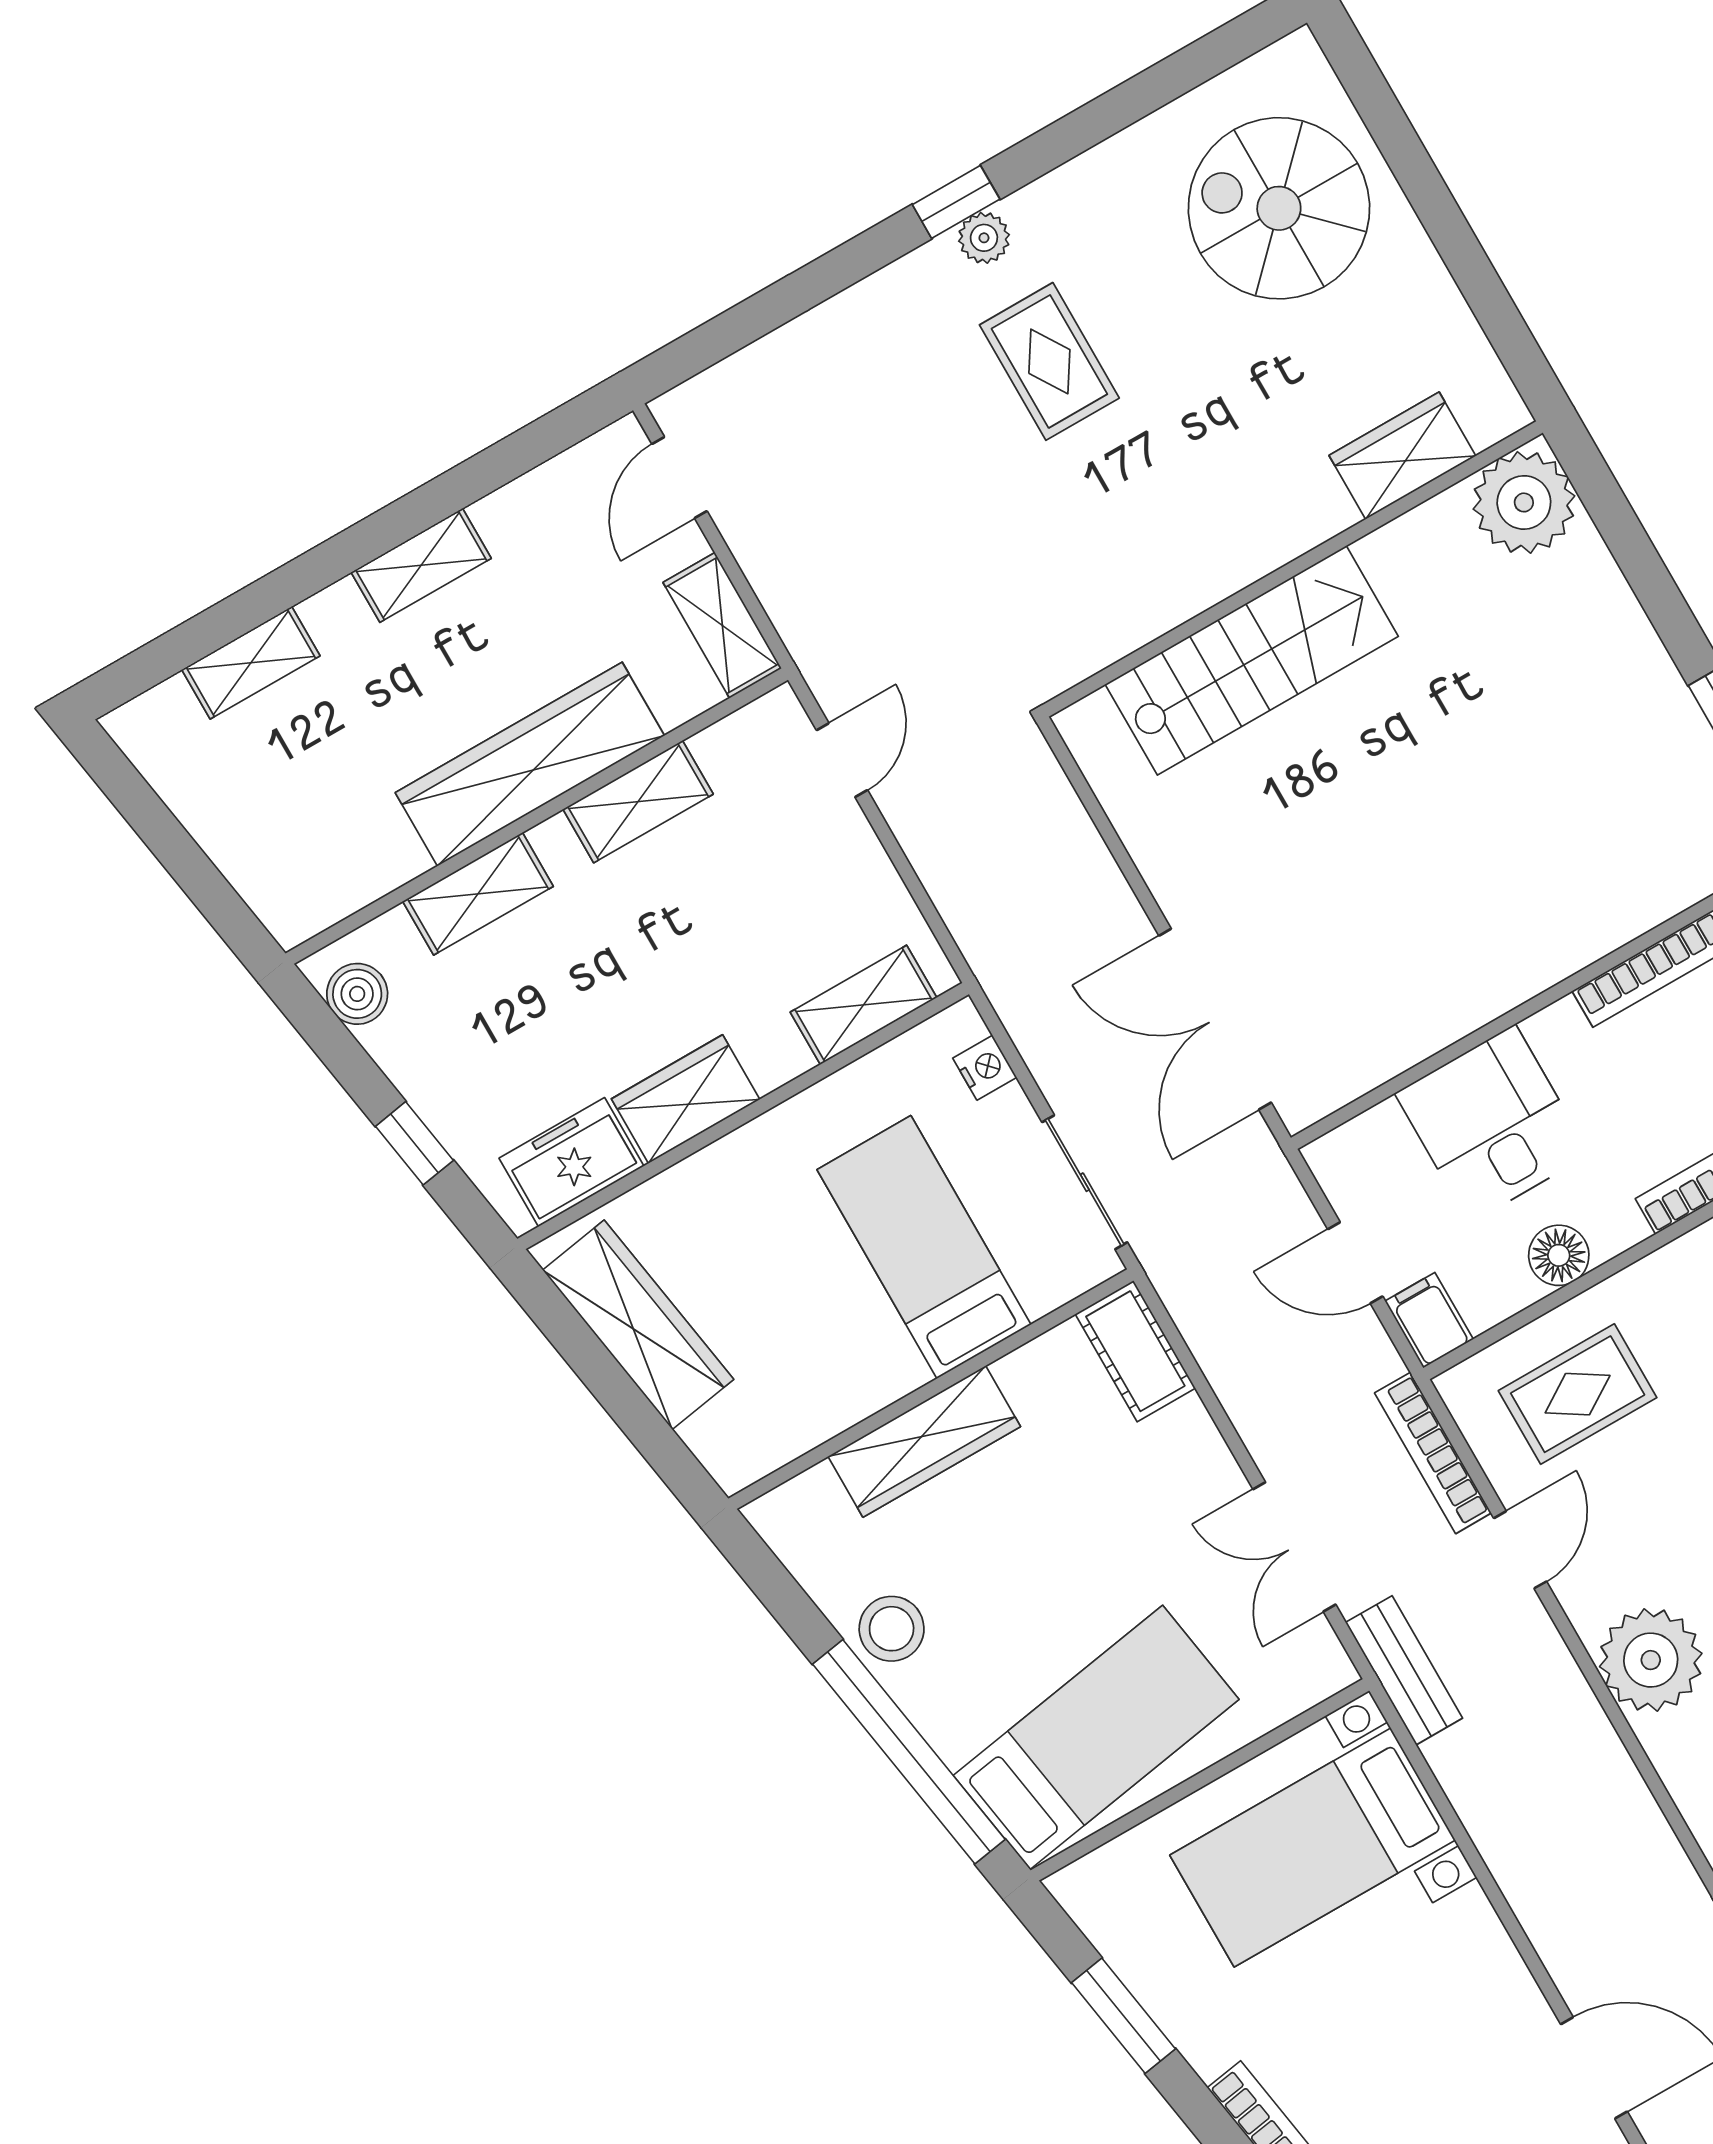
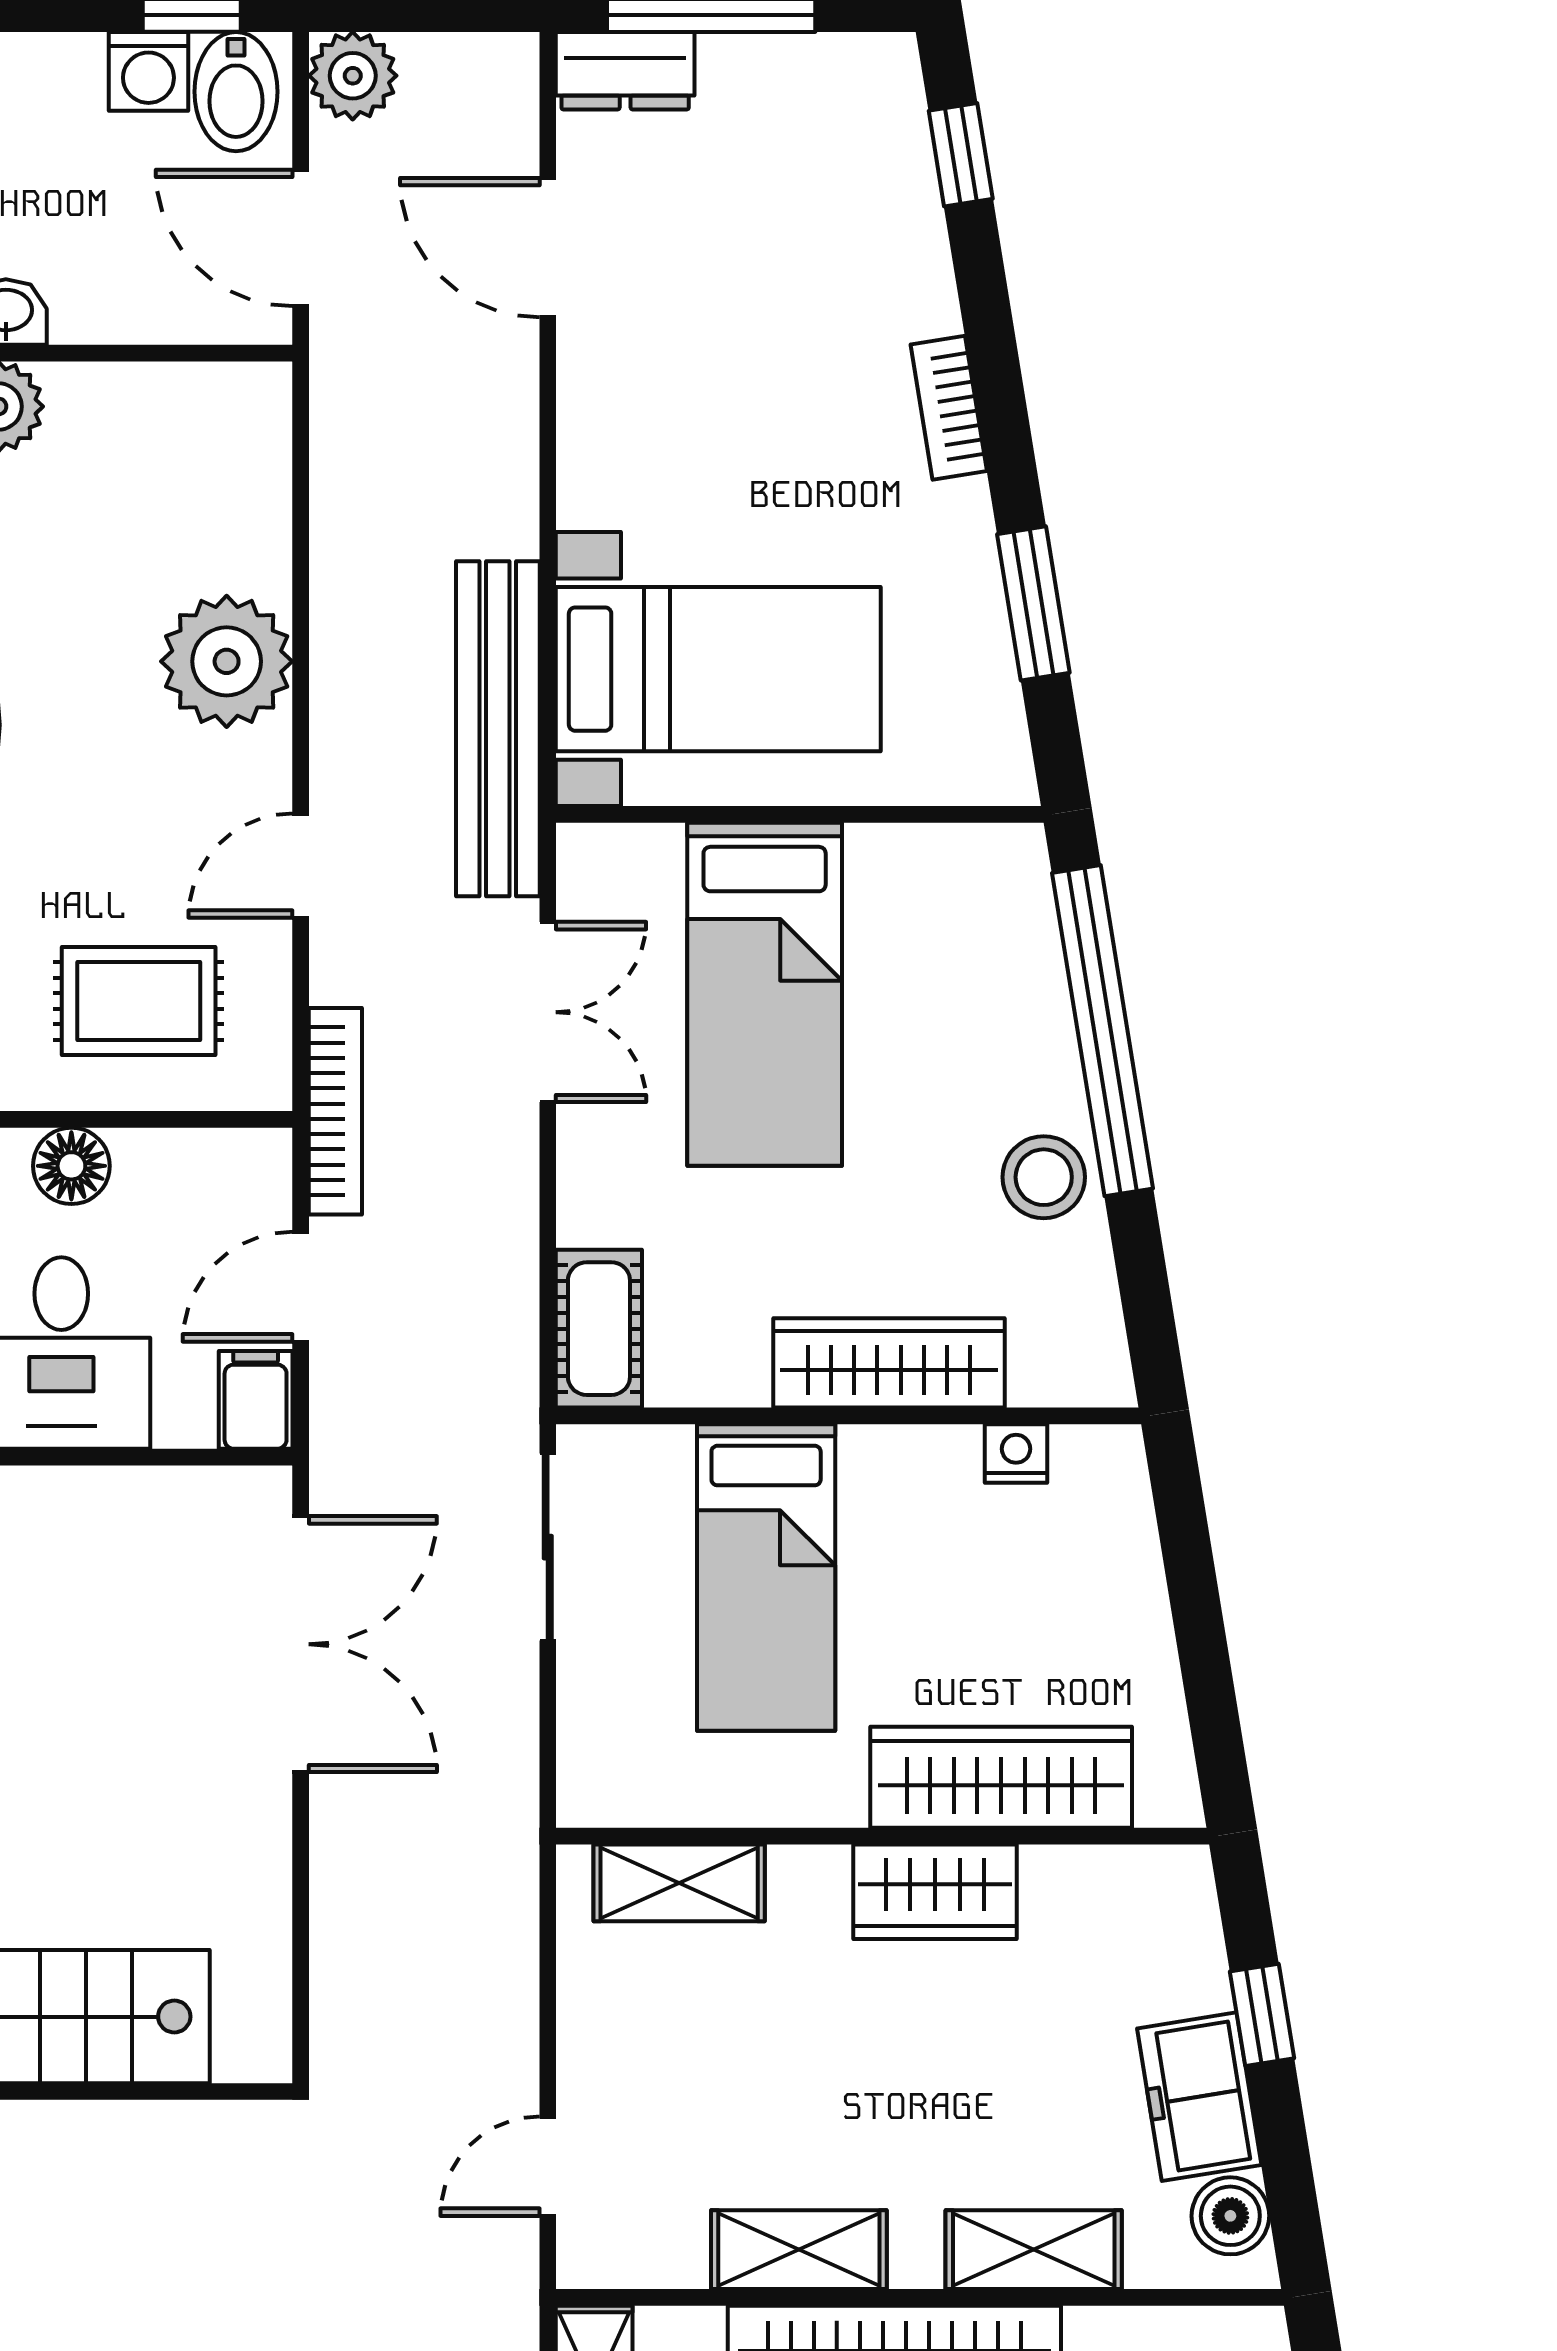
nightstand: (985, 1068) -> (1016, 1453), moved, turned 90
freezer: (571, 1162) -> (1199, 2097), moved, turned 81
door: (1355, 1263) -> (301, 1287), swing flipped
filing cabinet: (1429, 1320) -> (256, 1400), moved, turned 180
wardrobe: (638, 1325) -> (1001, 1777), moved, turned 99
bookcase: (1433, 1453) -> (335, 1111), moved
bench: (1404, 1670) -> (498, 729), width x1.86, depth x1.21
bed: (1096, 1737) -> (765, 994), moved, turned -81

